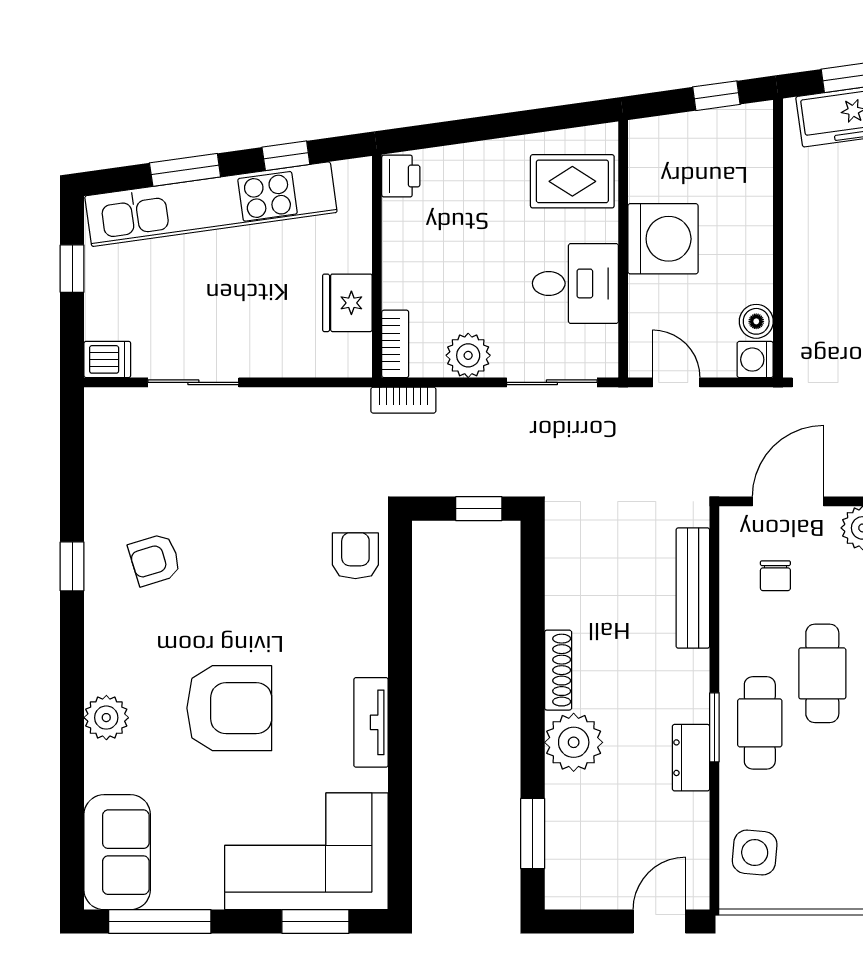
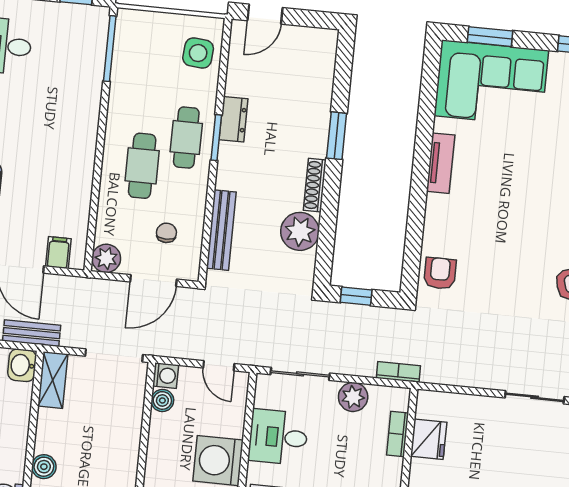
bookcase: (395, 344) -> (398, 434), moved
armchair: (355, 556) -> (440, 273), turned 180
armchair: (229, 708) -> (532, 182), removed
plant: (574, 742) -> (300, 231), moved
window: (533, 834) -> (337, 136), moved

